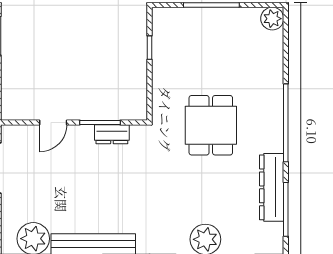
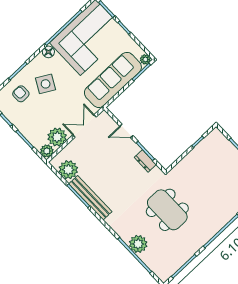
dining table: (211, 125) -> (167, 210), moved, width x1.38
dresser: (272, 187) -> (188, 251), removed

